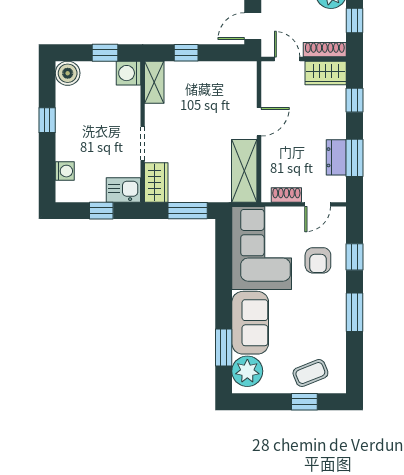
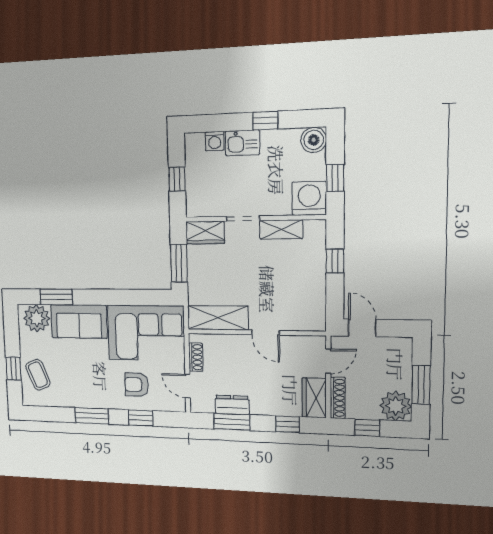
washing machine: (129, 73) -> (309, 198), width x1.37, depth x1.37
shelving: (154, 82) -> (281, 229), moved
kitchen sink: (123, 190) -> (242, 143), moved, turned 90

